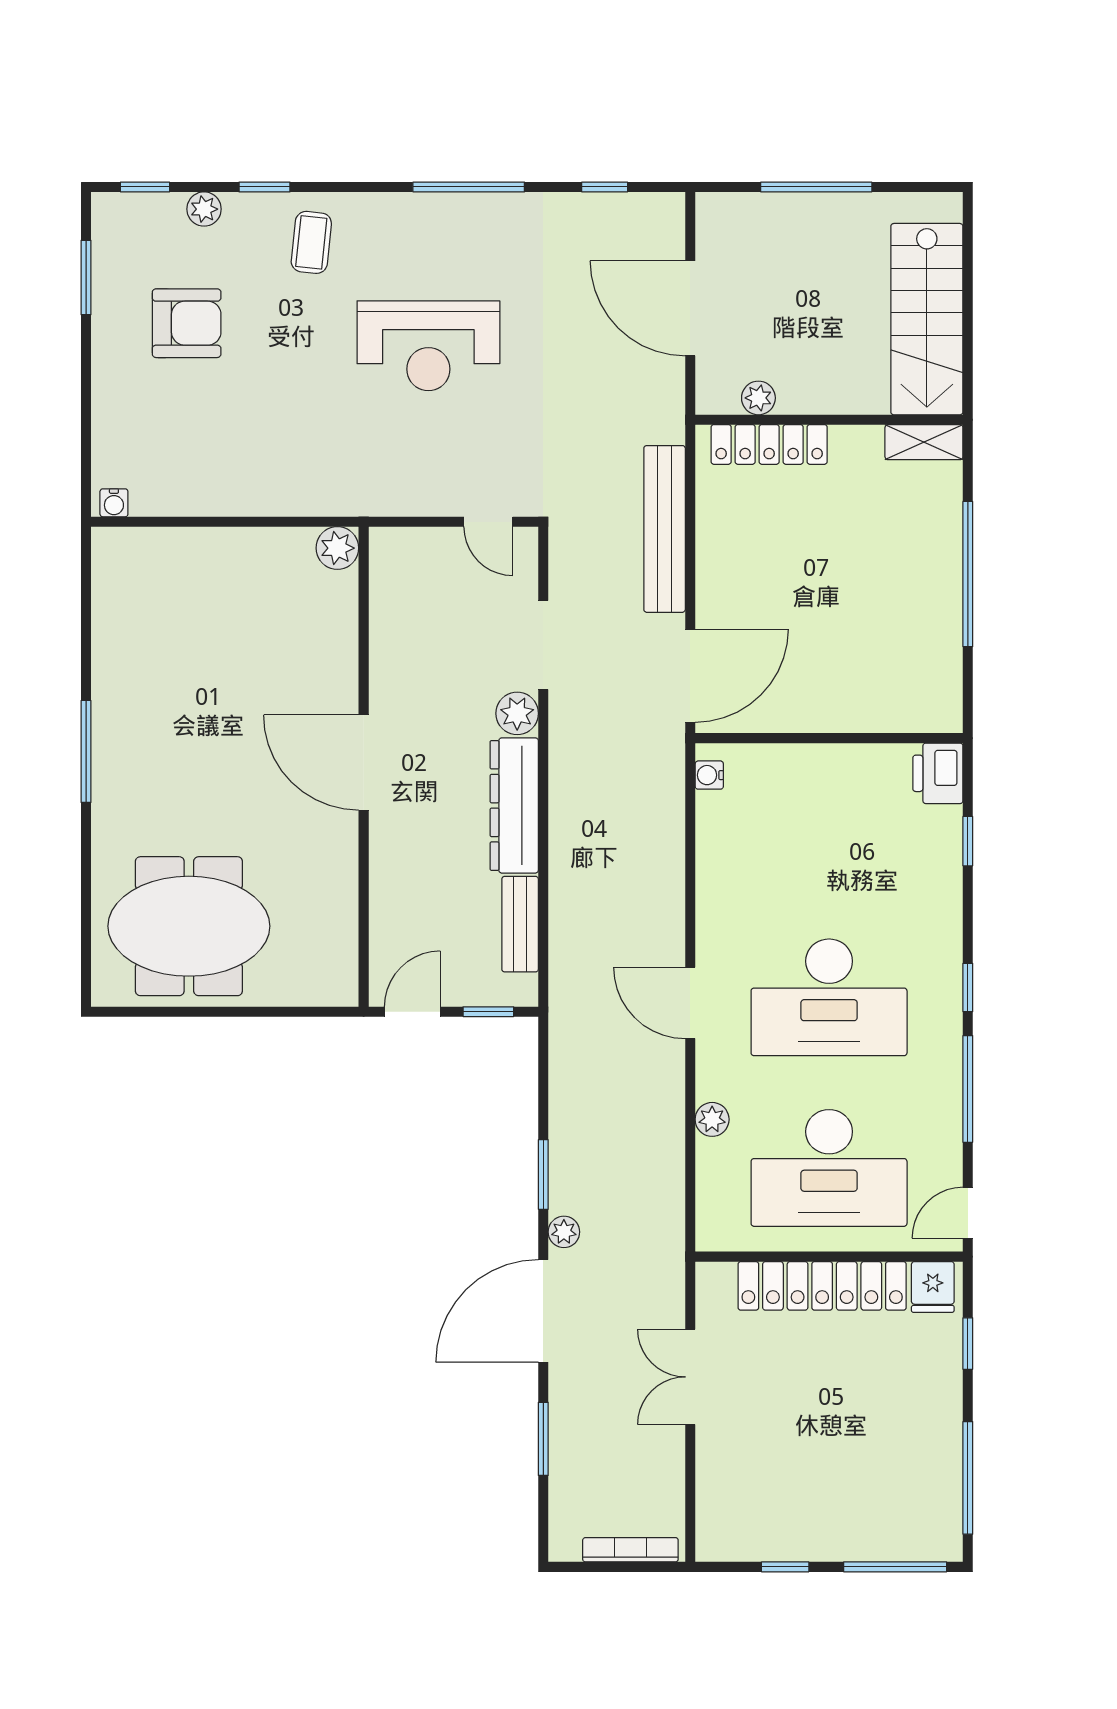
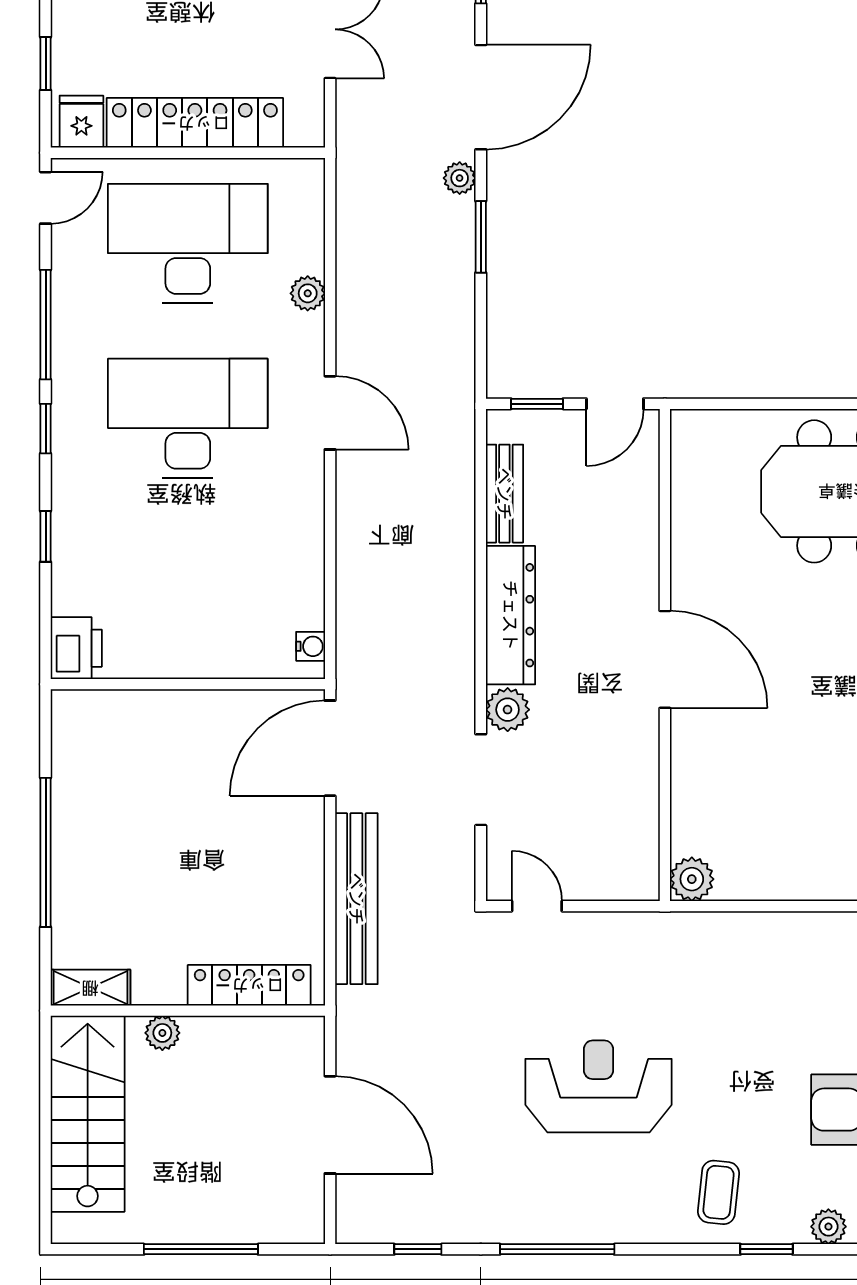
plant: (758, 398) -> (162, 1033), moved
window: (968, 841) -> (46, 536), moved

